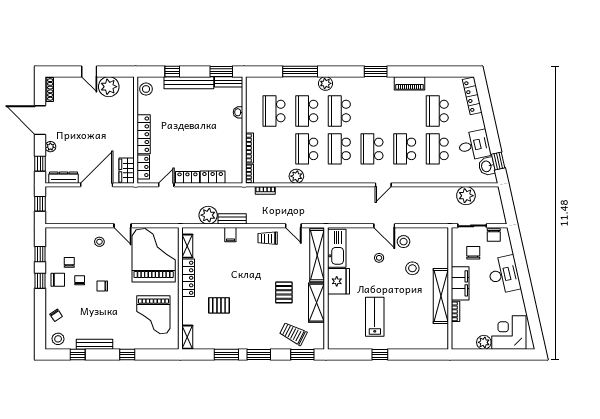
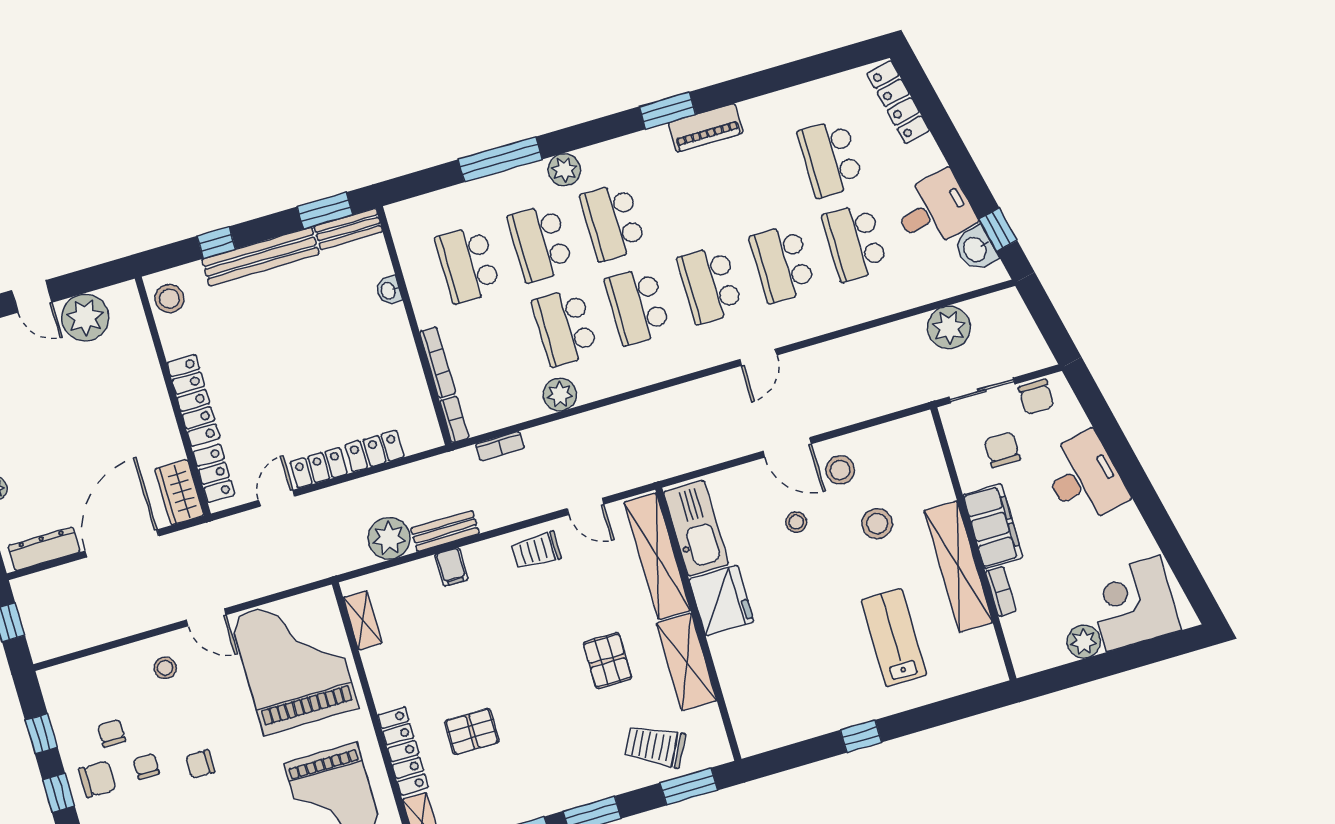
piano: (410, 83) -> (706, 128), moved
locker: (188, 278) -> (403, 751), moved
lab bench: (375, 317) -> (894, 637), moved

